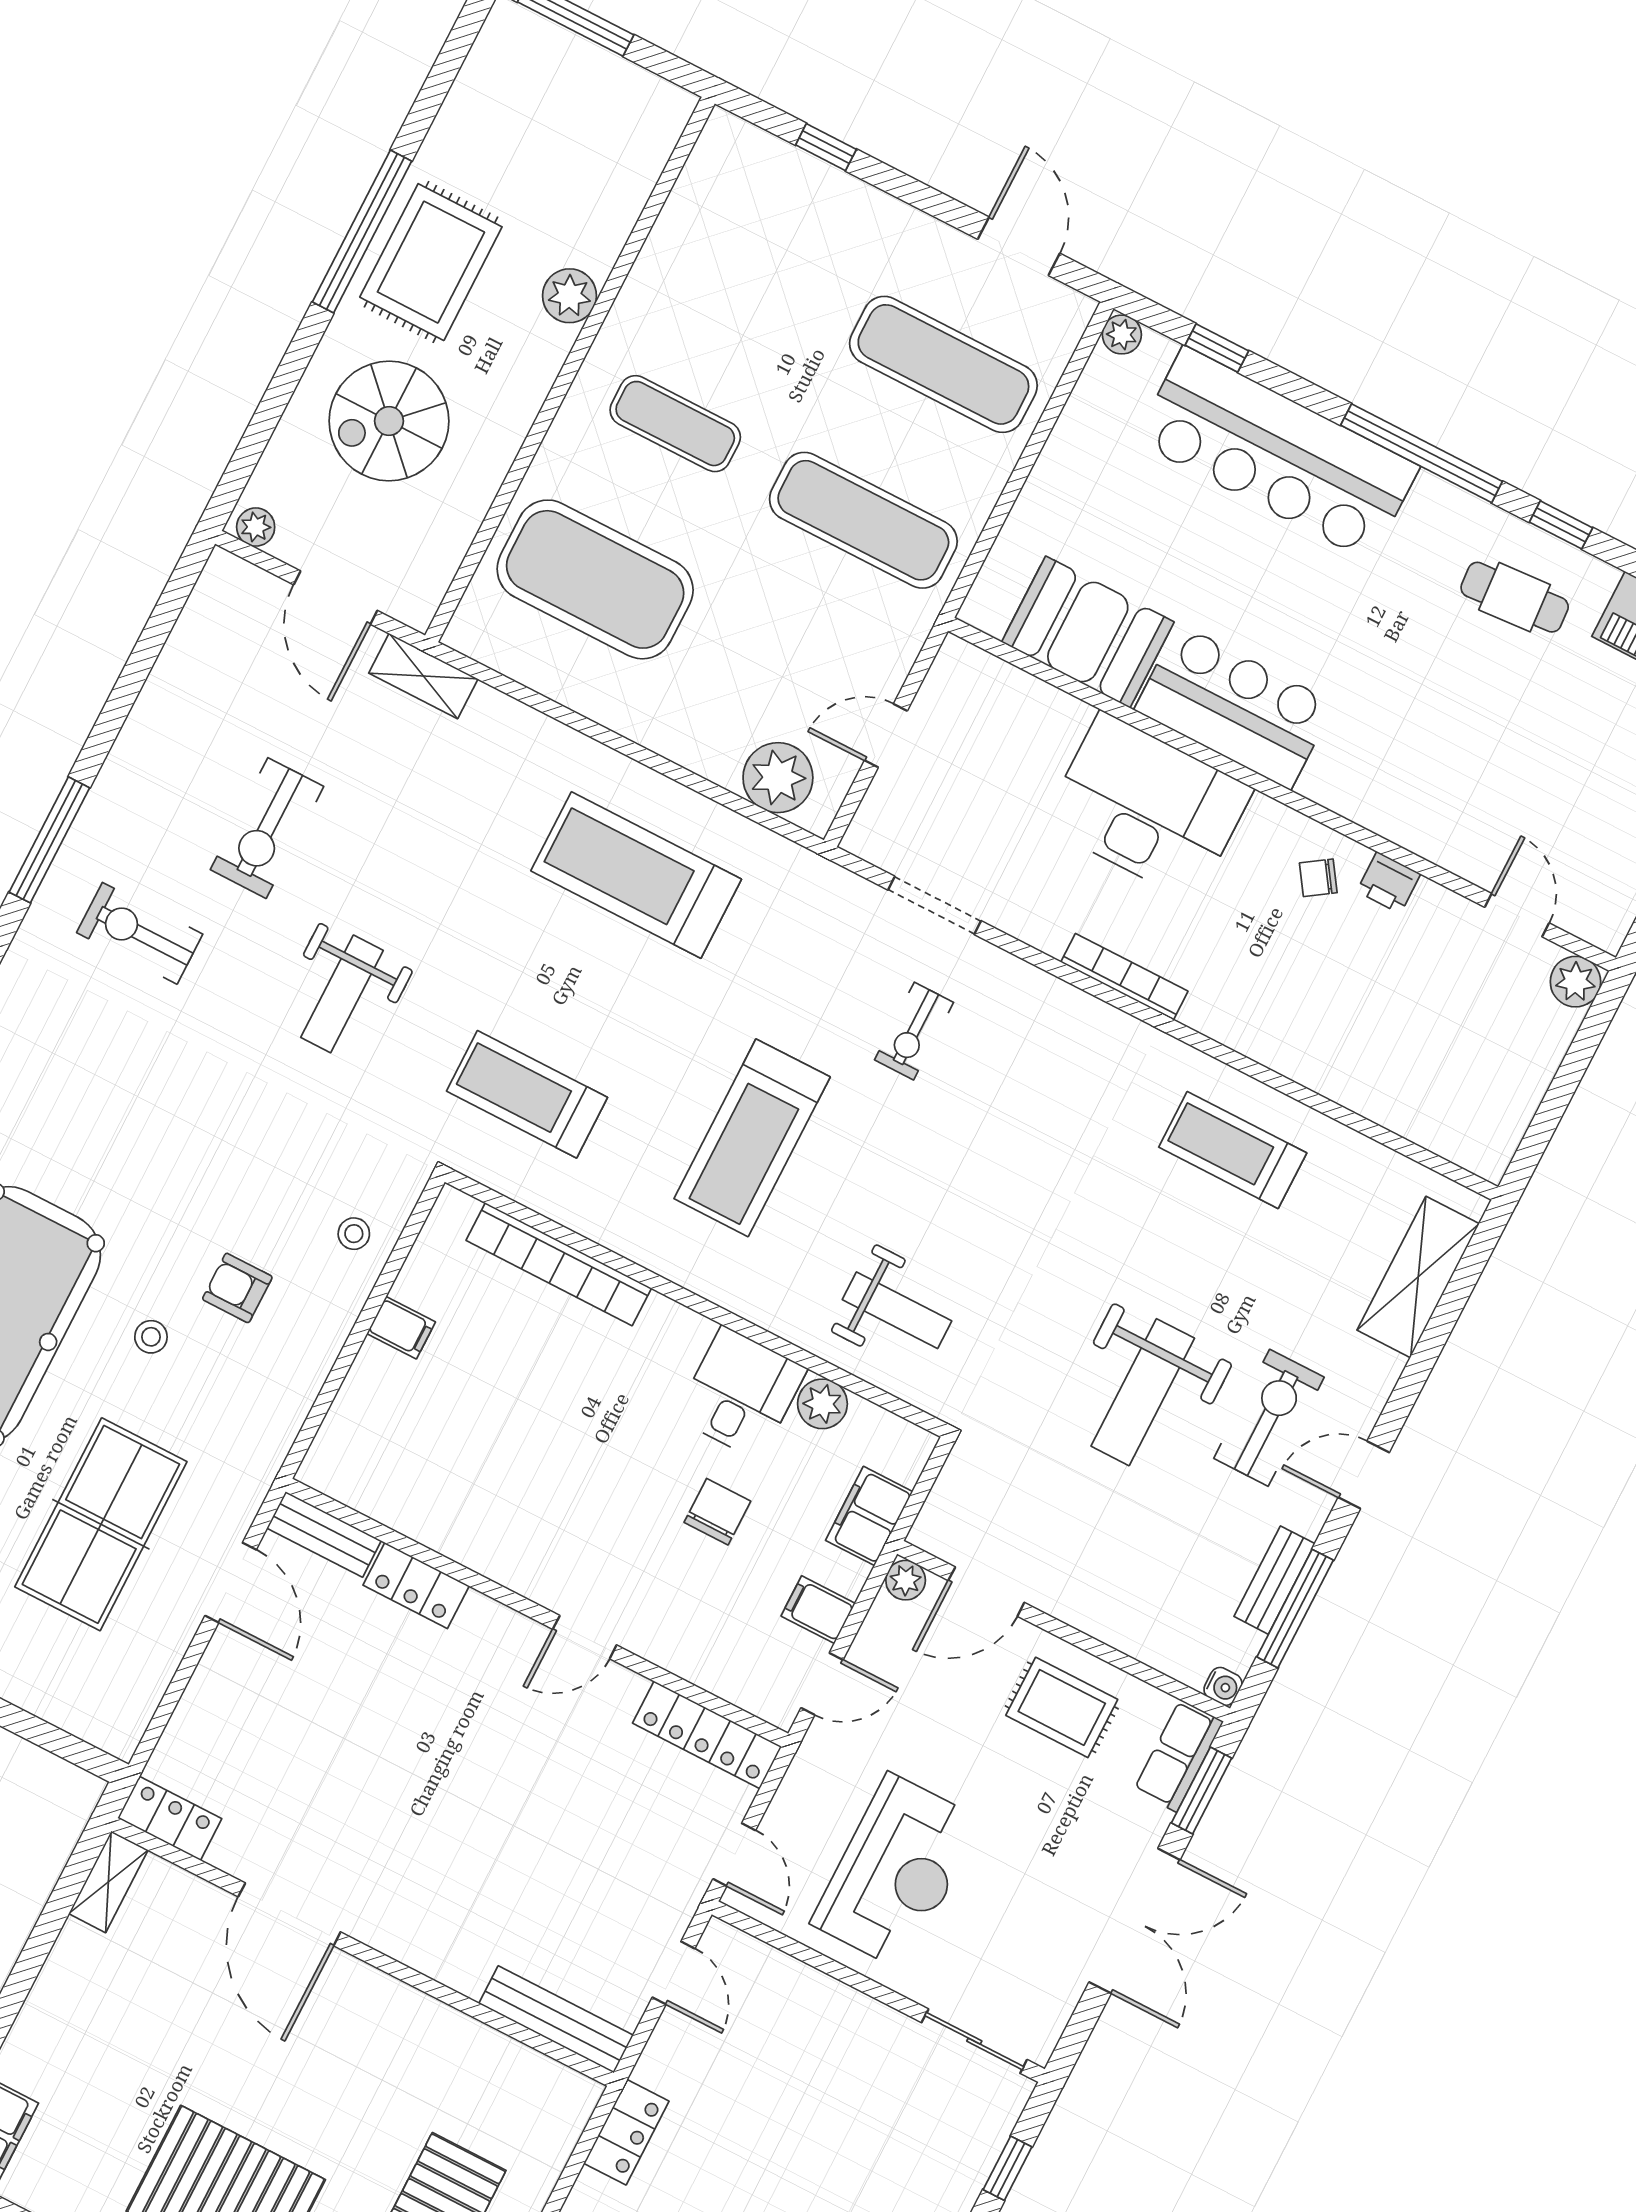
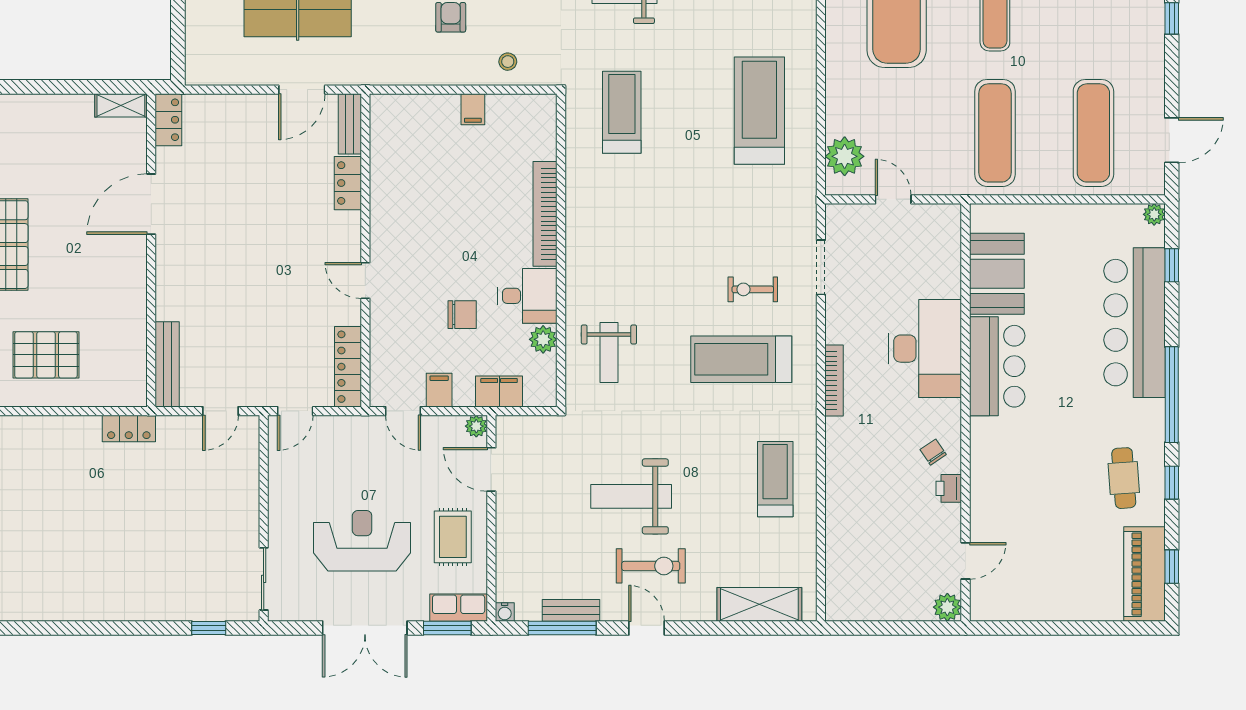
treadmill: (752, 1138) -> (741, 359), moved
bookcase: (559, 1264) -> (545, 214), moved
reception desk: (896, 1872) -> (362, 541), moved, turned 180

